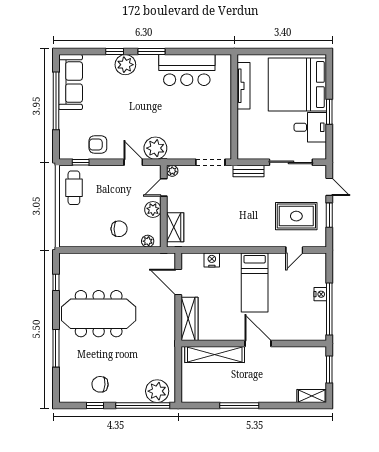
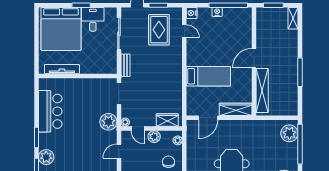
plant: (155, 148) -> (108, 122), moved
nightstand: (212, 260) -> (192, 13), moved
bed: (255, 282) -> (208, 76), moved

